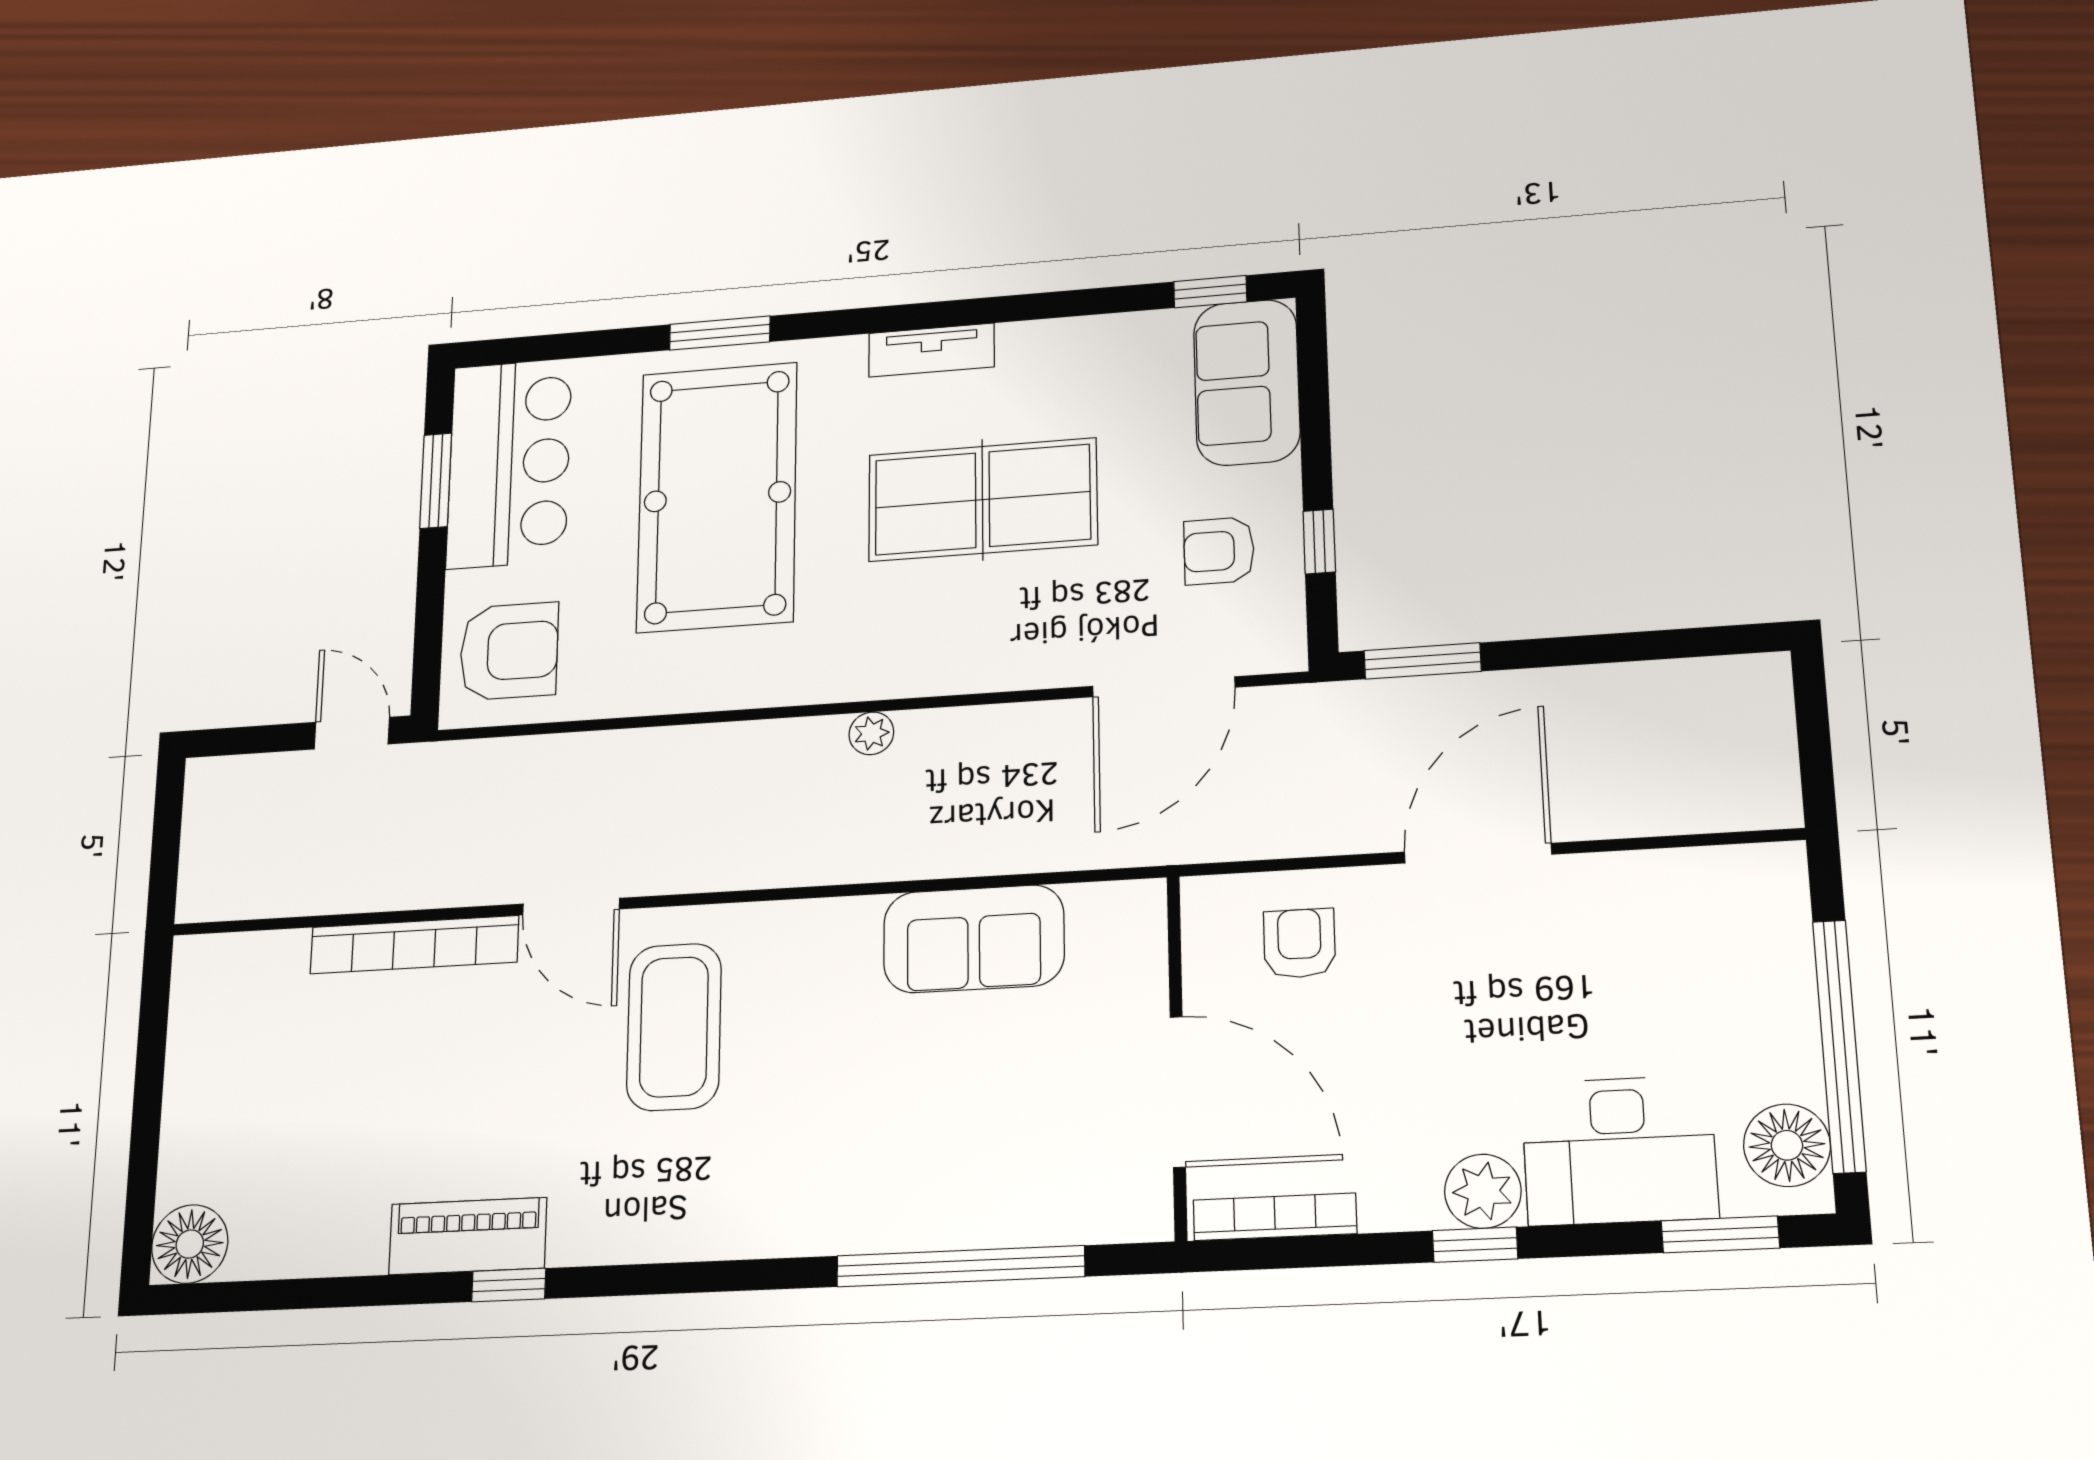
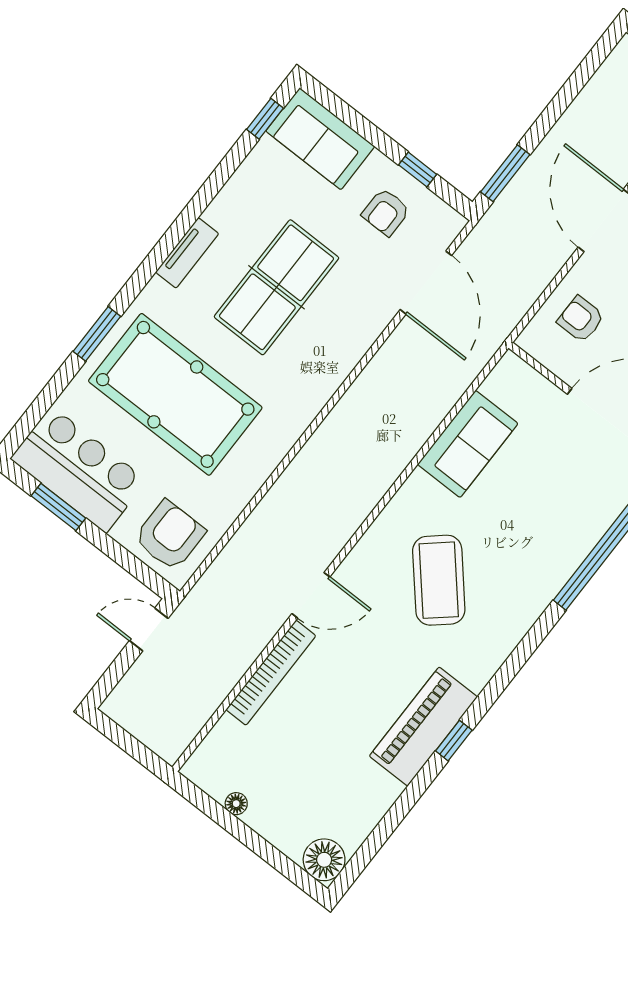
plant: (871, 733) -> (342, 415), removed
coffee table: (674, 1027) -> (439, 580), moved, turned 49
floor lamp: (185, 1053) -> (236, 804), added
piano: (468, 1236) -> (423, 727), width x1.37, depth x1.33

